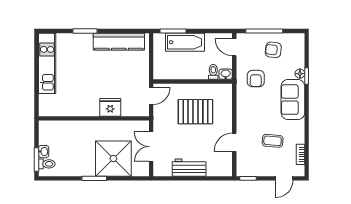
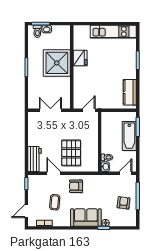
kitchen counter: (119, 42) -> (130, 92), width x0.67
armchair: (256, 79) -> (76, 186), moved
door: (151, 96) -> (89, 110), swing flipped
fridge: (110, 107) -> (80, 58), moved
pallet: (195, 112) -> (71, 153), moved
shower: (113, 159) -> (57, 63), moved
workbench: (189, 168) -> (34, 159), moved
door: (284, 178) -> (26, 211), hinge flipped

